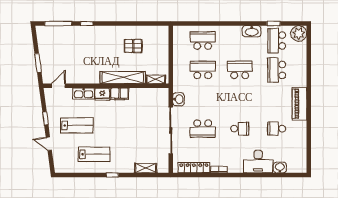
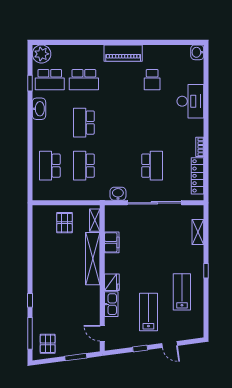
pallet: (49, 39) -> (48, 344), added
pallet: (133, 46) -> (64, 223), moved
filing cabinet: (120, 94) -> (112, 242), moved
school desk: (240, 129) -> (152, 123), removed
door: (49, 144) -> (170, 344), hinge flipped
washbasin: (280, 167) -> (197, 52), moved

